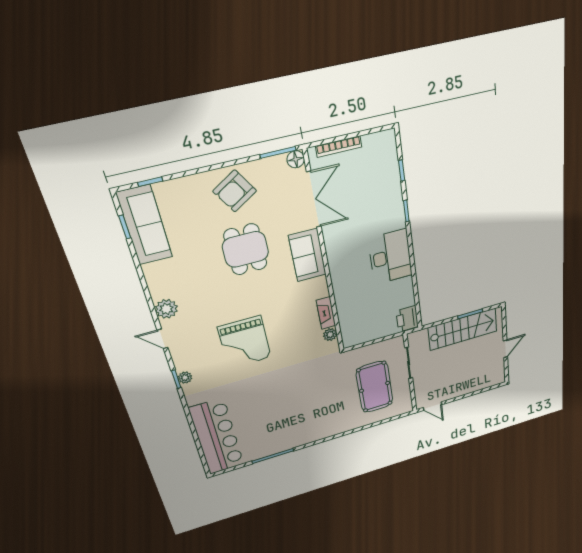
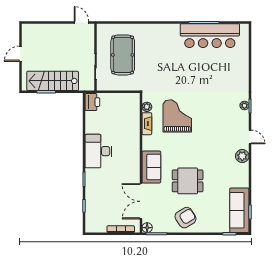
dining table: (245, 249) -> (188, 181), turned 90
grand piano: (245, 342) -> (177, 116), moved
bar counter: (217, 437) -> (210, 36), moved, turned -90

